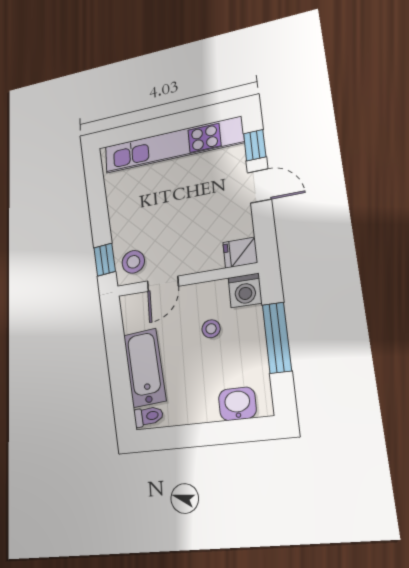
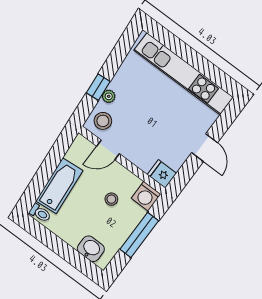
window: (255, 145) -> (224, 122), removed
plant: (119, 234) -> (109, 96), added
window: (105, 260) -> (98, 87), moved

